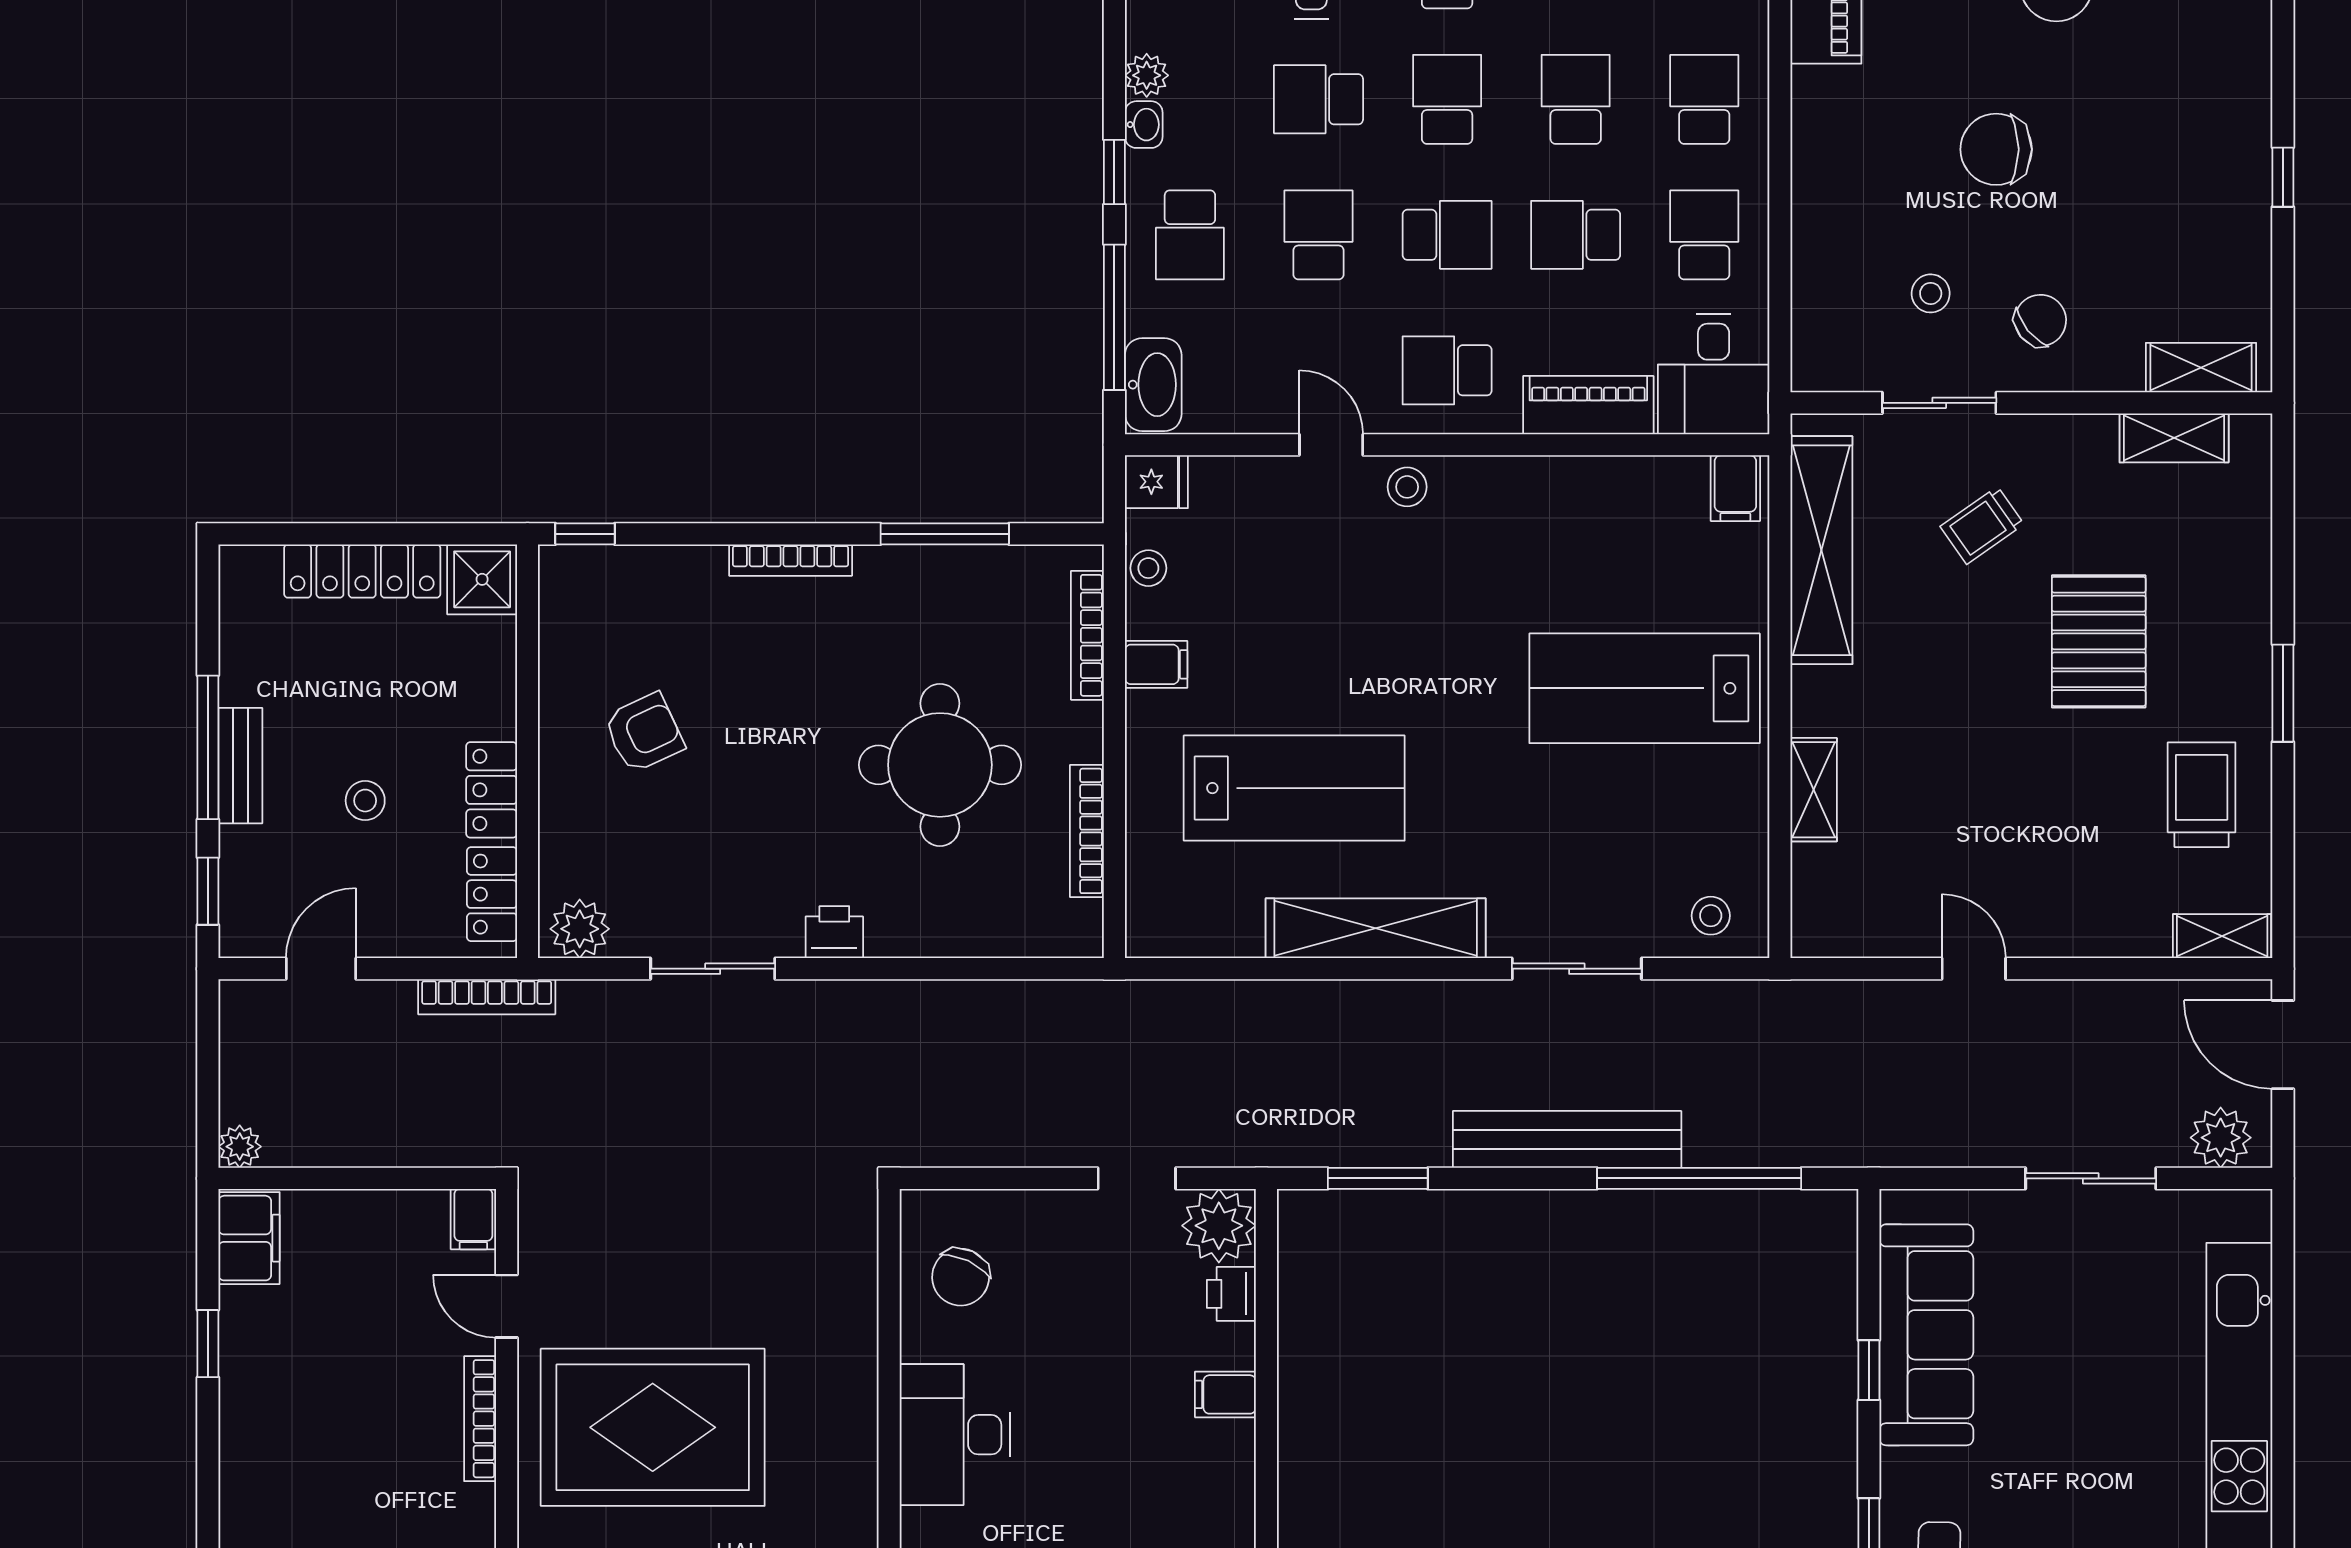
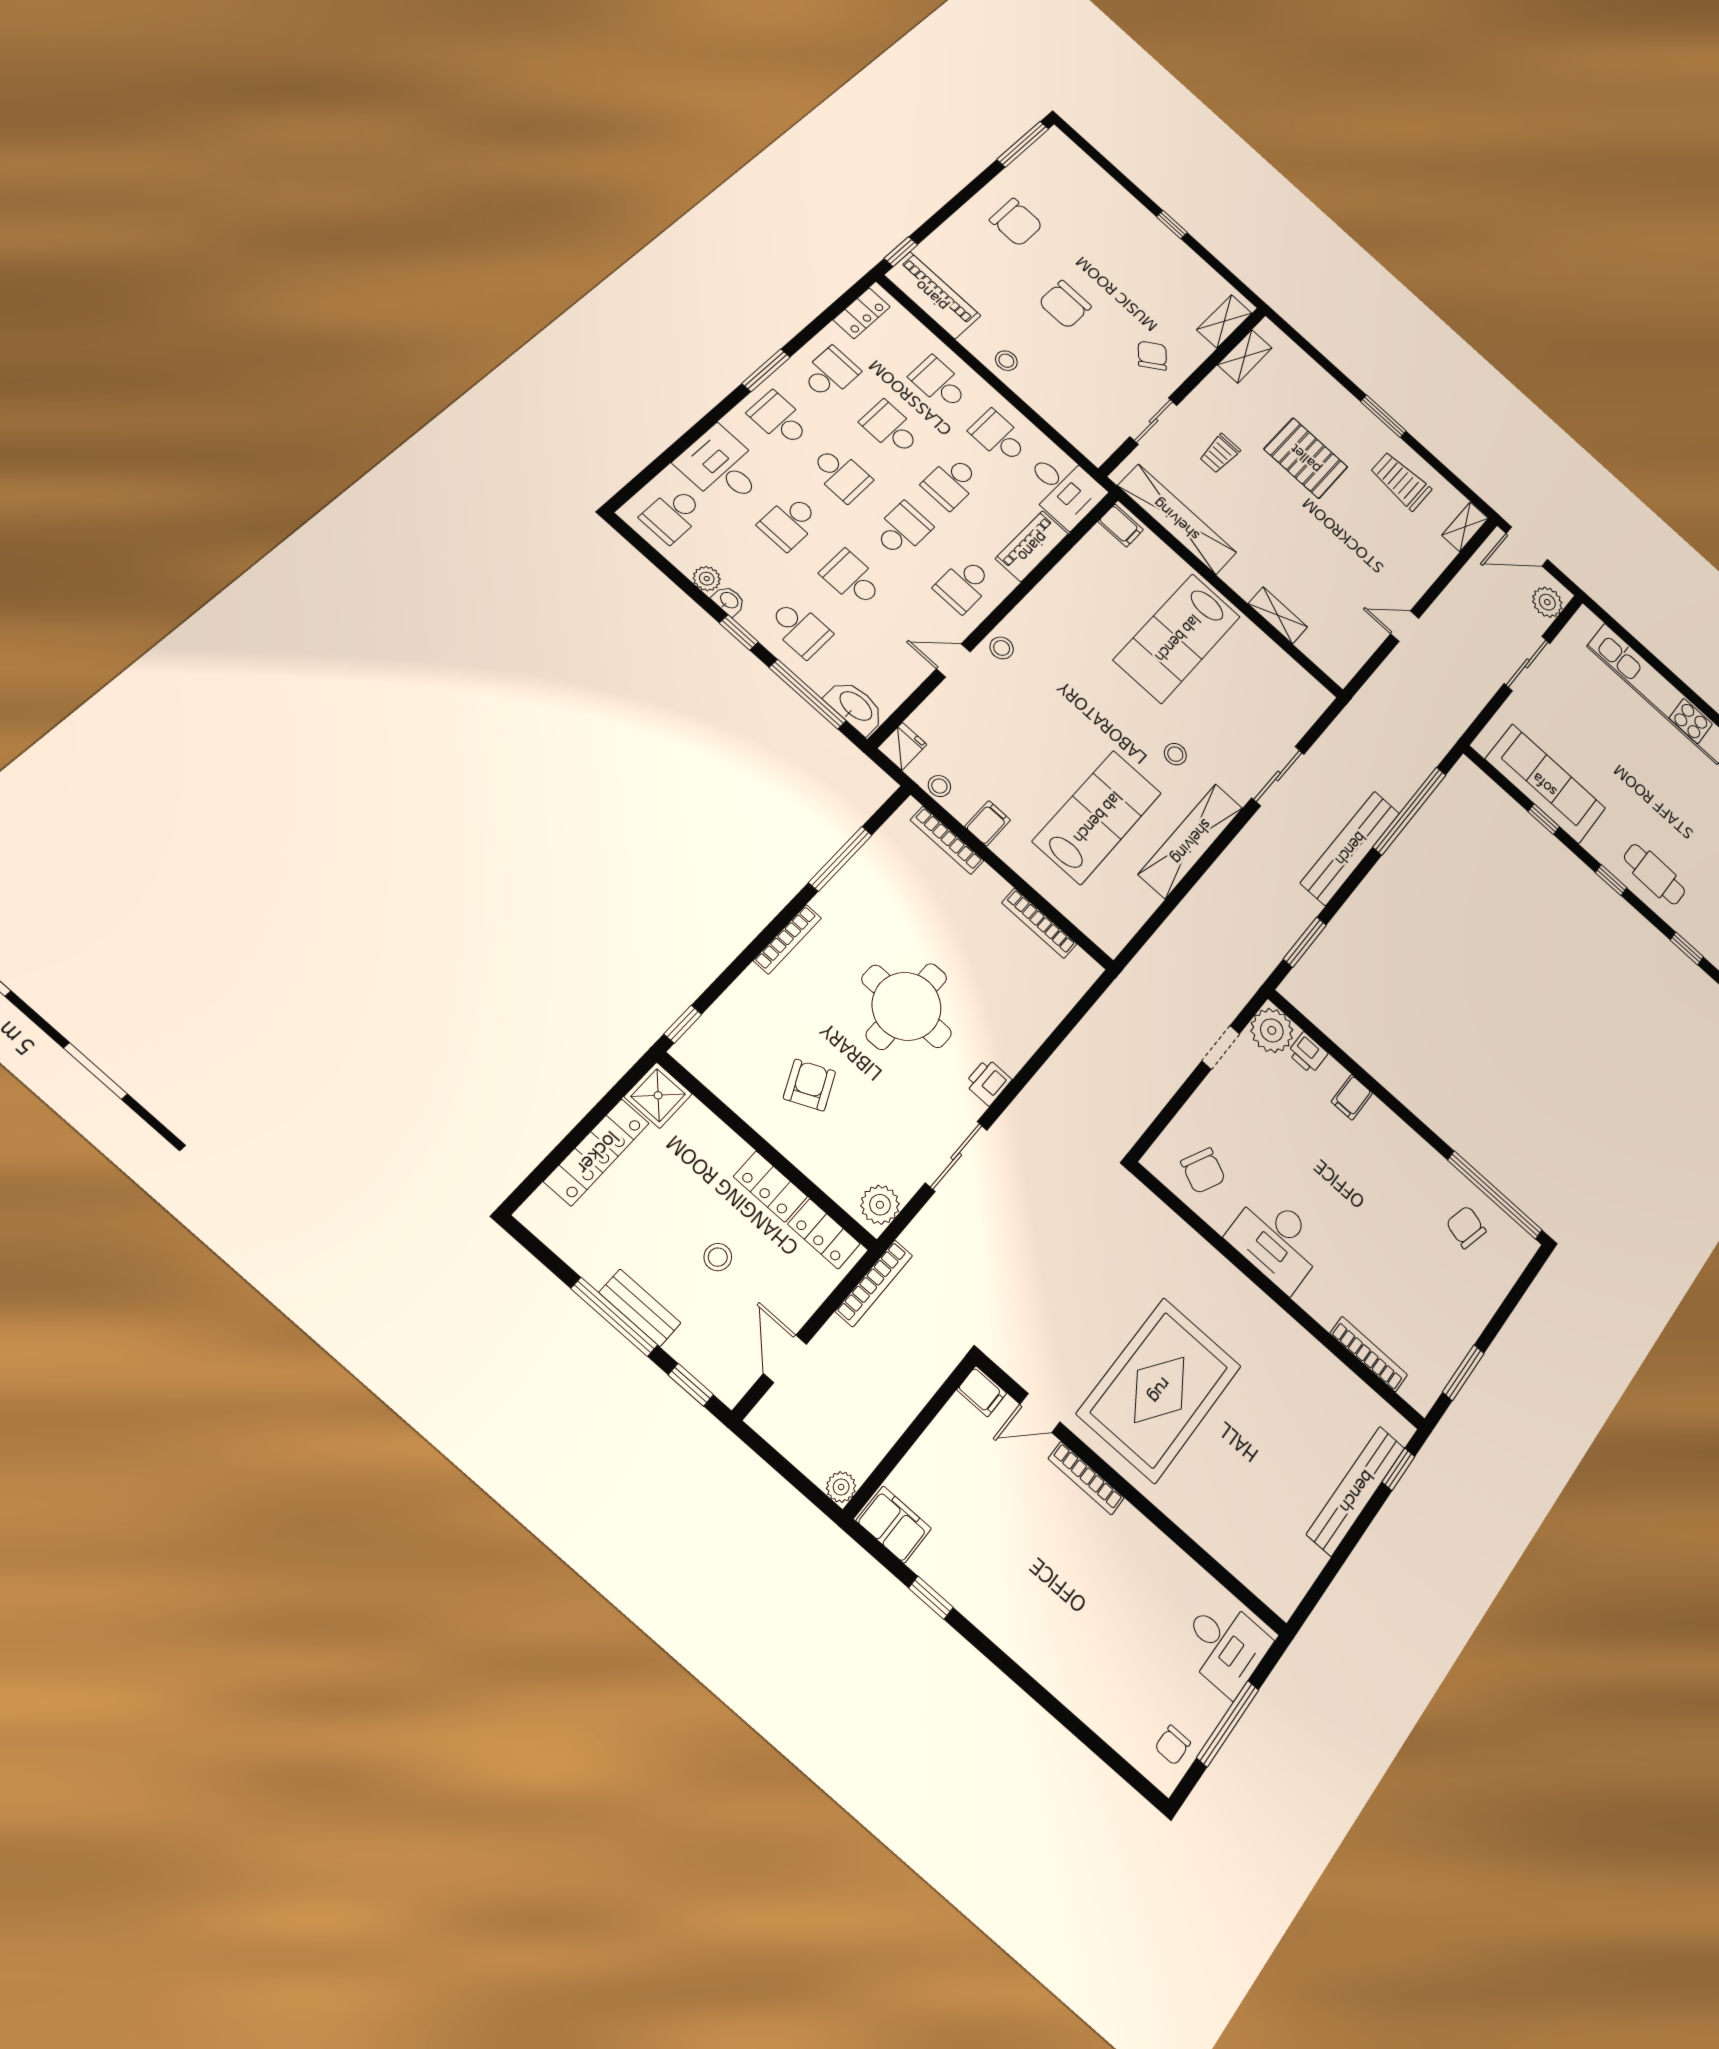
school desk: (1447, 99) -> (841, 474), turned 180
stool: (1931, 293) -> (1006, 361), moved
trolley: (1982, 525) -> (1220, 454), turned 35
round table: (940, 765) -> (907, 1006), moved
stool: (1711, 916) -> (1175, 754), moved

